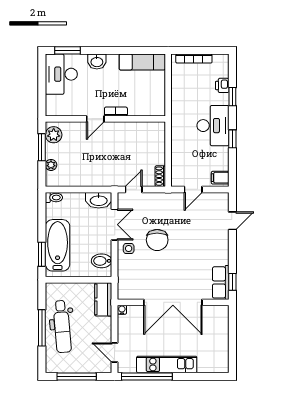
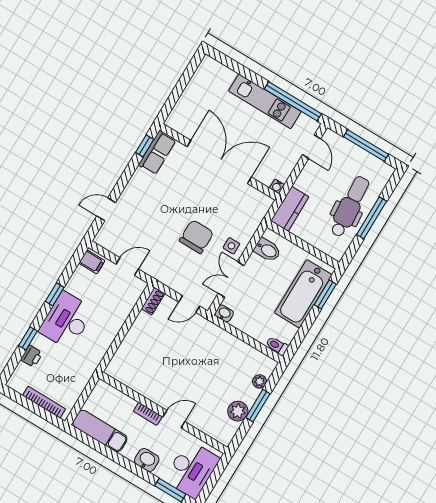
bookcase: (116, 111) -> (148, 414), moved
door: (95, 119) -> (174, 419), moved
wall: (105, 119) -> (163, 413), moved
washbasin: (99, 200) -> (224, 313), width x0.52, depth x0.69

